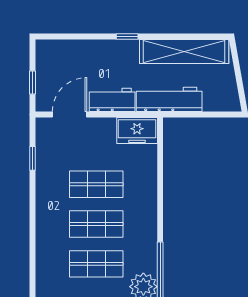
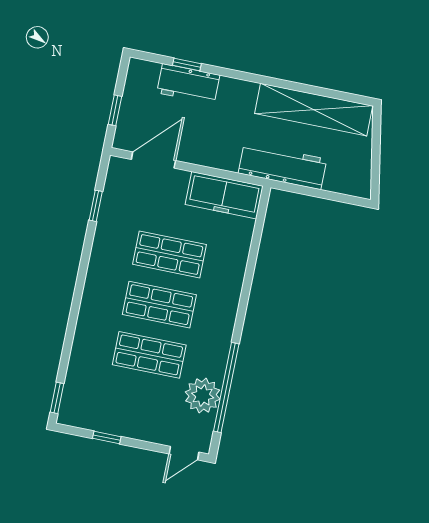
window: (127, 37) -> (187, 64), moved
workbench: (112, 100) -> (188, 84), moved, turned 180
freezer: (137, 131) -> (224, 195), width x1.40

